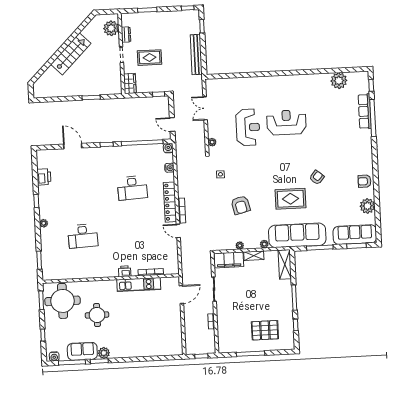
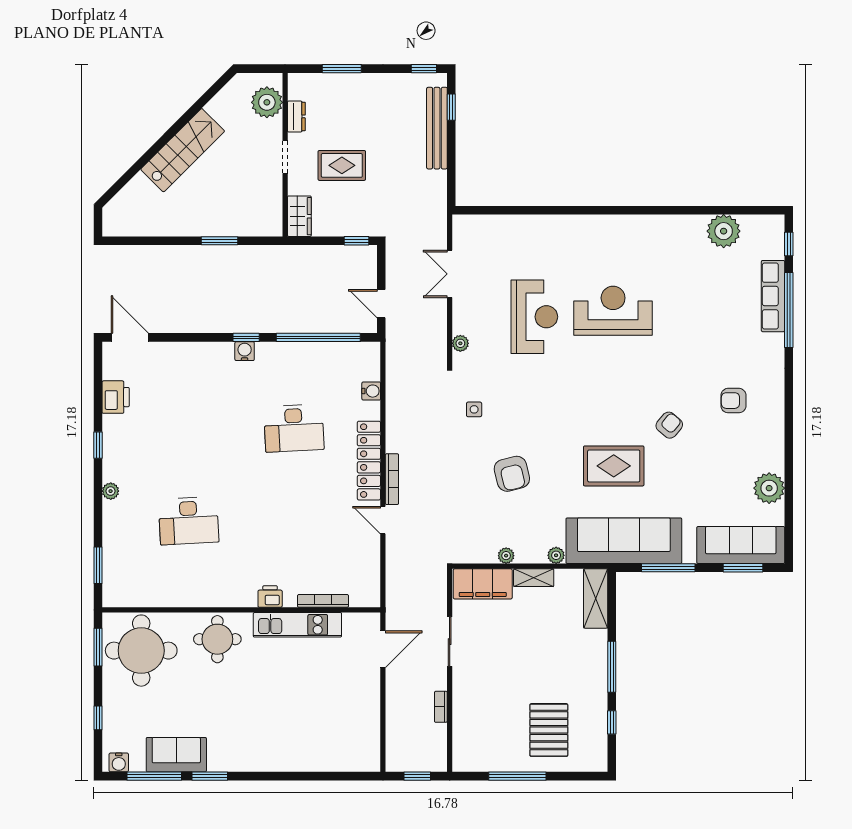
bench: (196, 55) -> (437, 128), moved
door: (73, 146) -> (130, 337), moved
water cooler: (168, 148) -> (245, 351), moved
armchair: (365, 181) -> (733, 401), moved
round table: (97, 315) -> (217, 639), moved
pallet: (265, 330) -> (549, 730), turned 90
plant: (104, 353) -> (220, 760), removed

